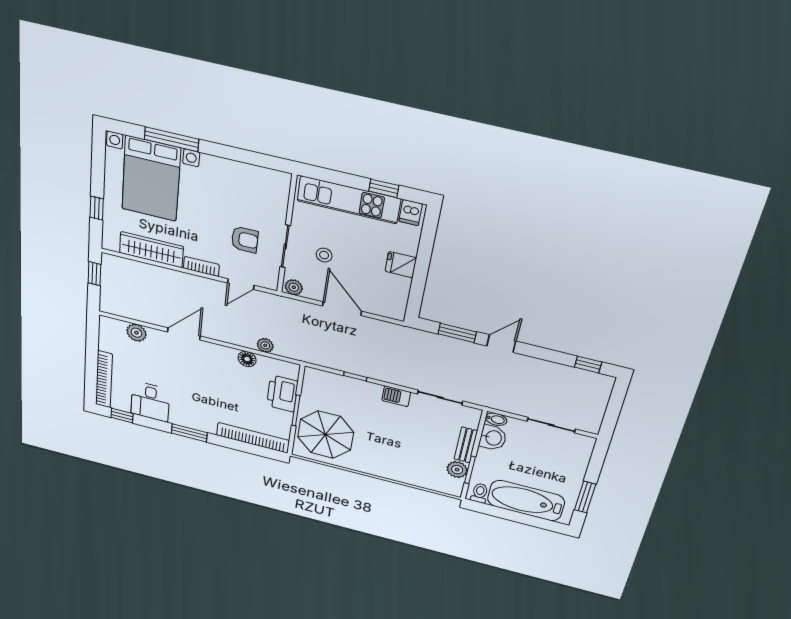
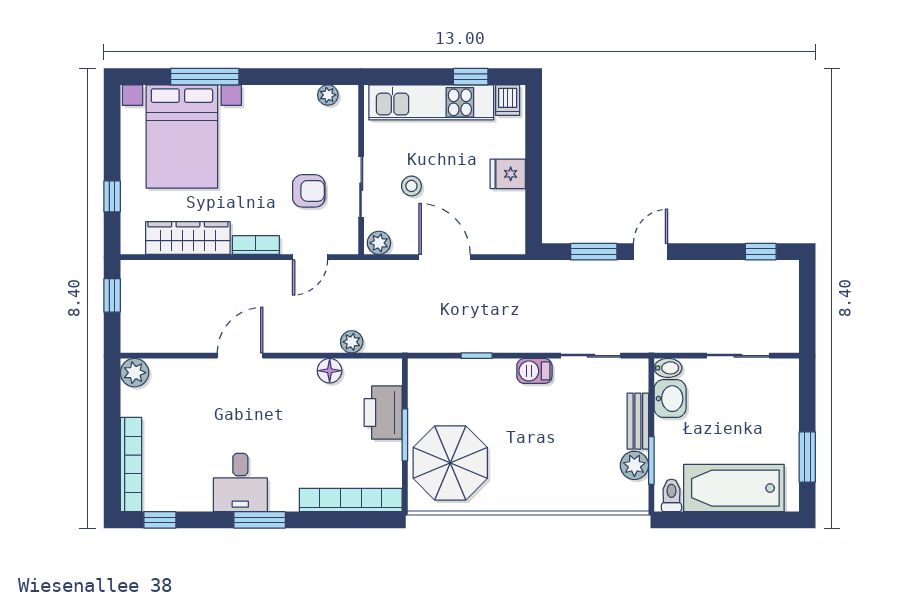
plant: (267, 175) -> (328, 95), added
plant: (136, 333) -> (135, 373), moved
desk: (150, 402) -> (240, 483), moved

